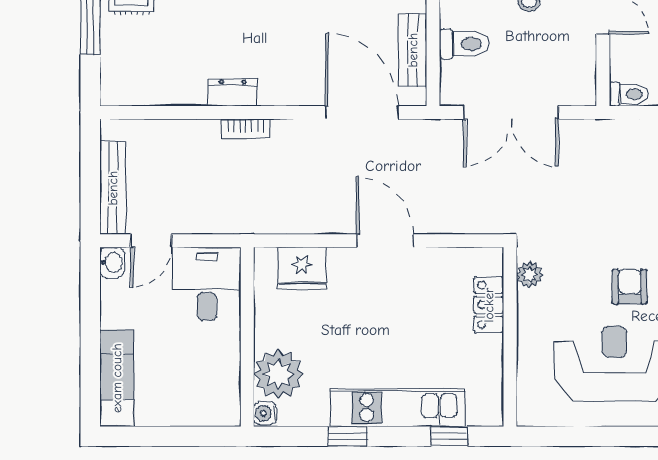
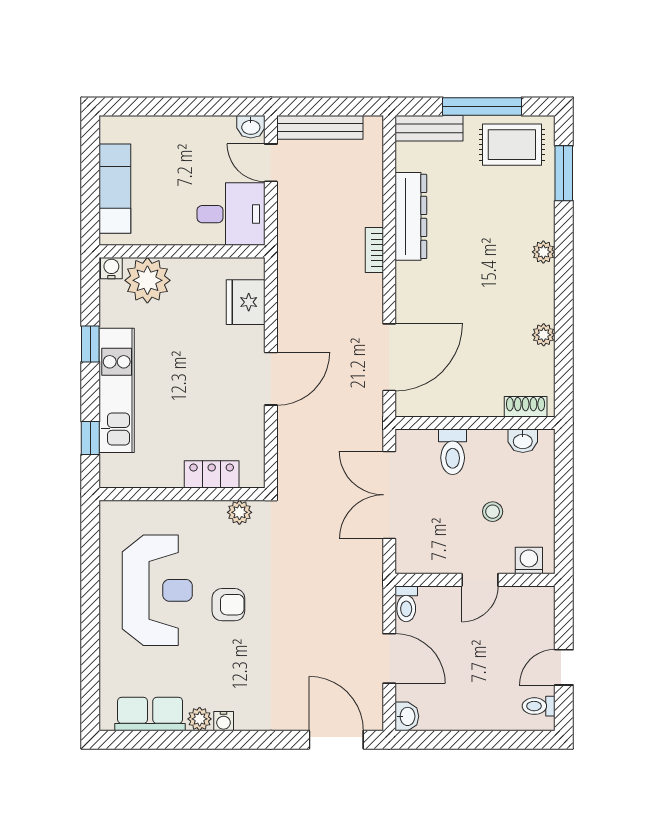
bench: (413, 50) -> (429, 128), moved
dresser: (233, 92) -> (411, 216), width x1.96, depth x1.24
exam couch: (117, 378) -> (115, 189), moved, turned -90

